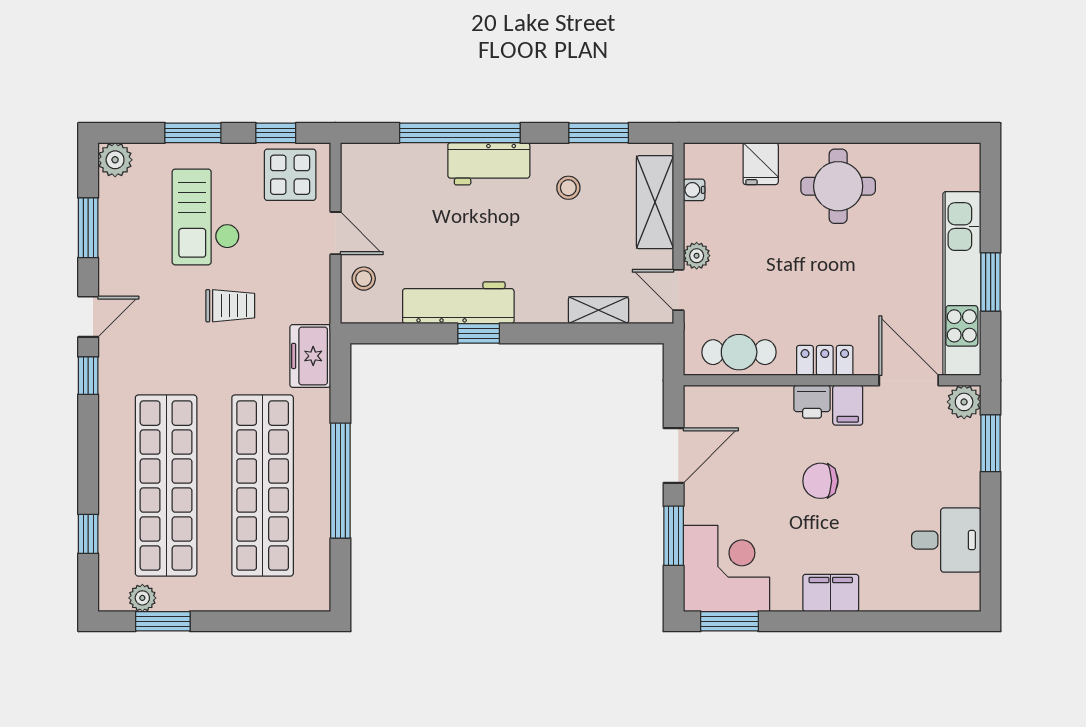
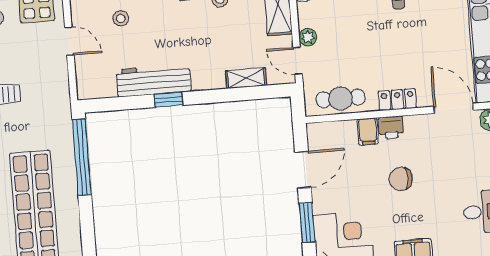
stool: (364, 279) -> (121, 18), moved
freezer: (310, 356) -> (59, 123), removed
filing cabinet: (848, 405) -> (368, 131), moved
window: (340, 481) -> (82, 157), moved

